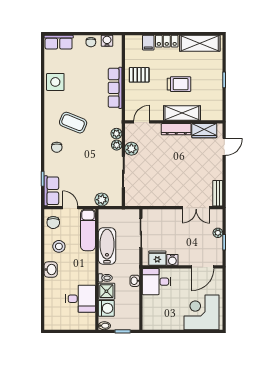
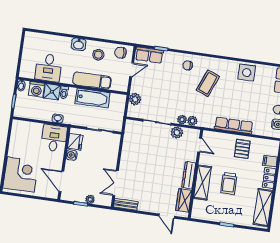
exam couch: (88, 230) -> (92, 81), moved

